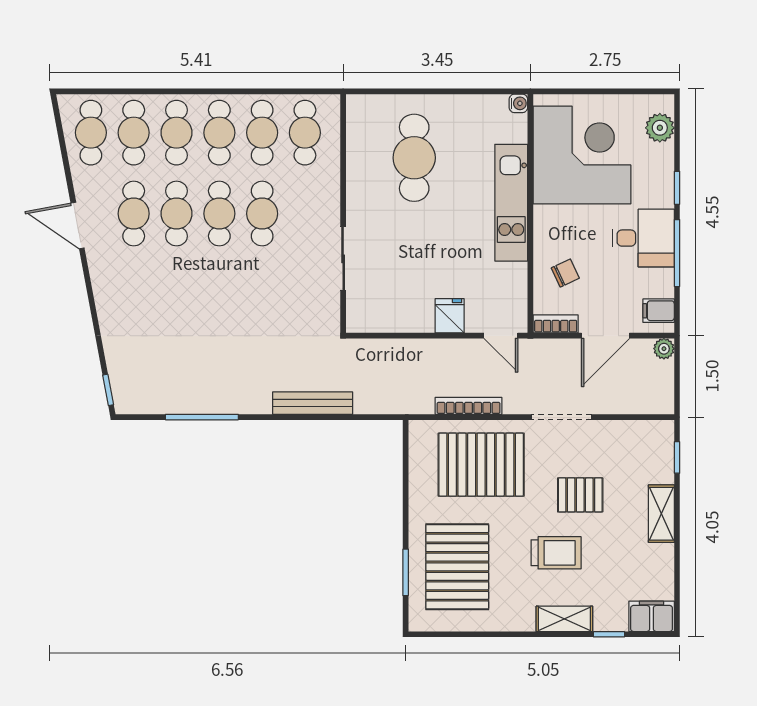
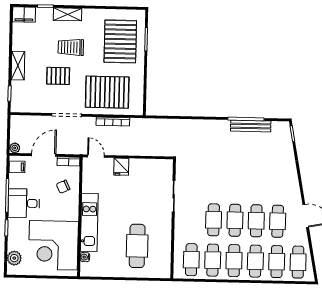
water cooler: (518, 103) -> (85, 257), moved
bench: (313, 403) -> (251, 126), moved

